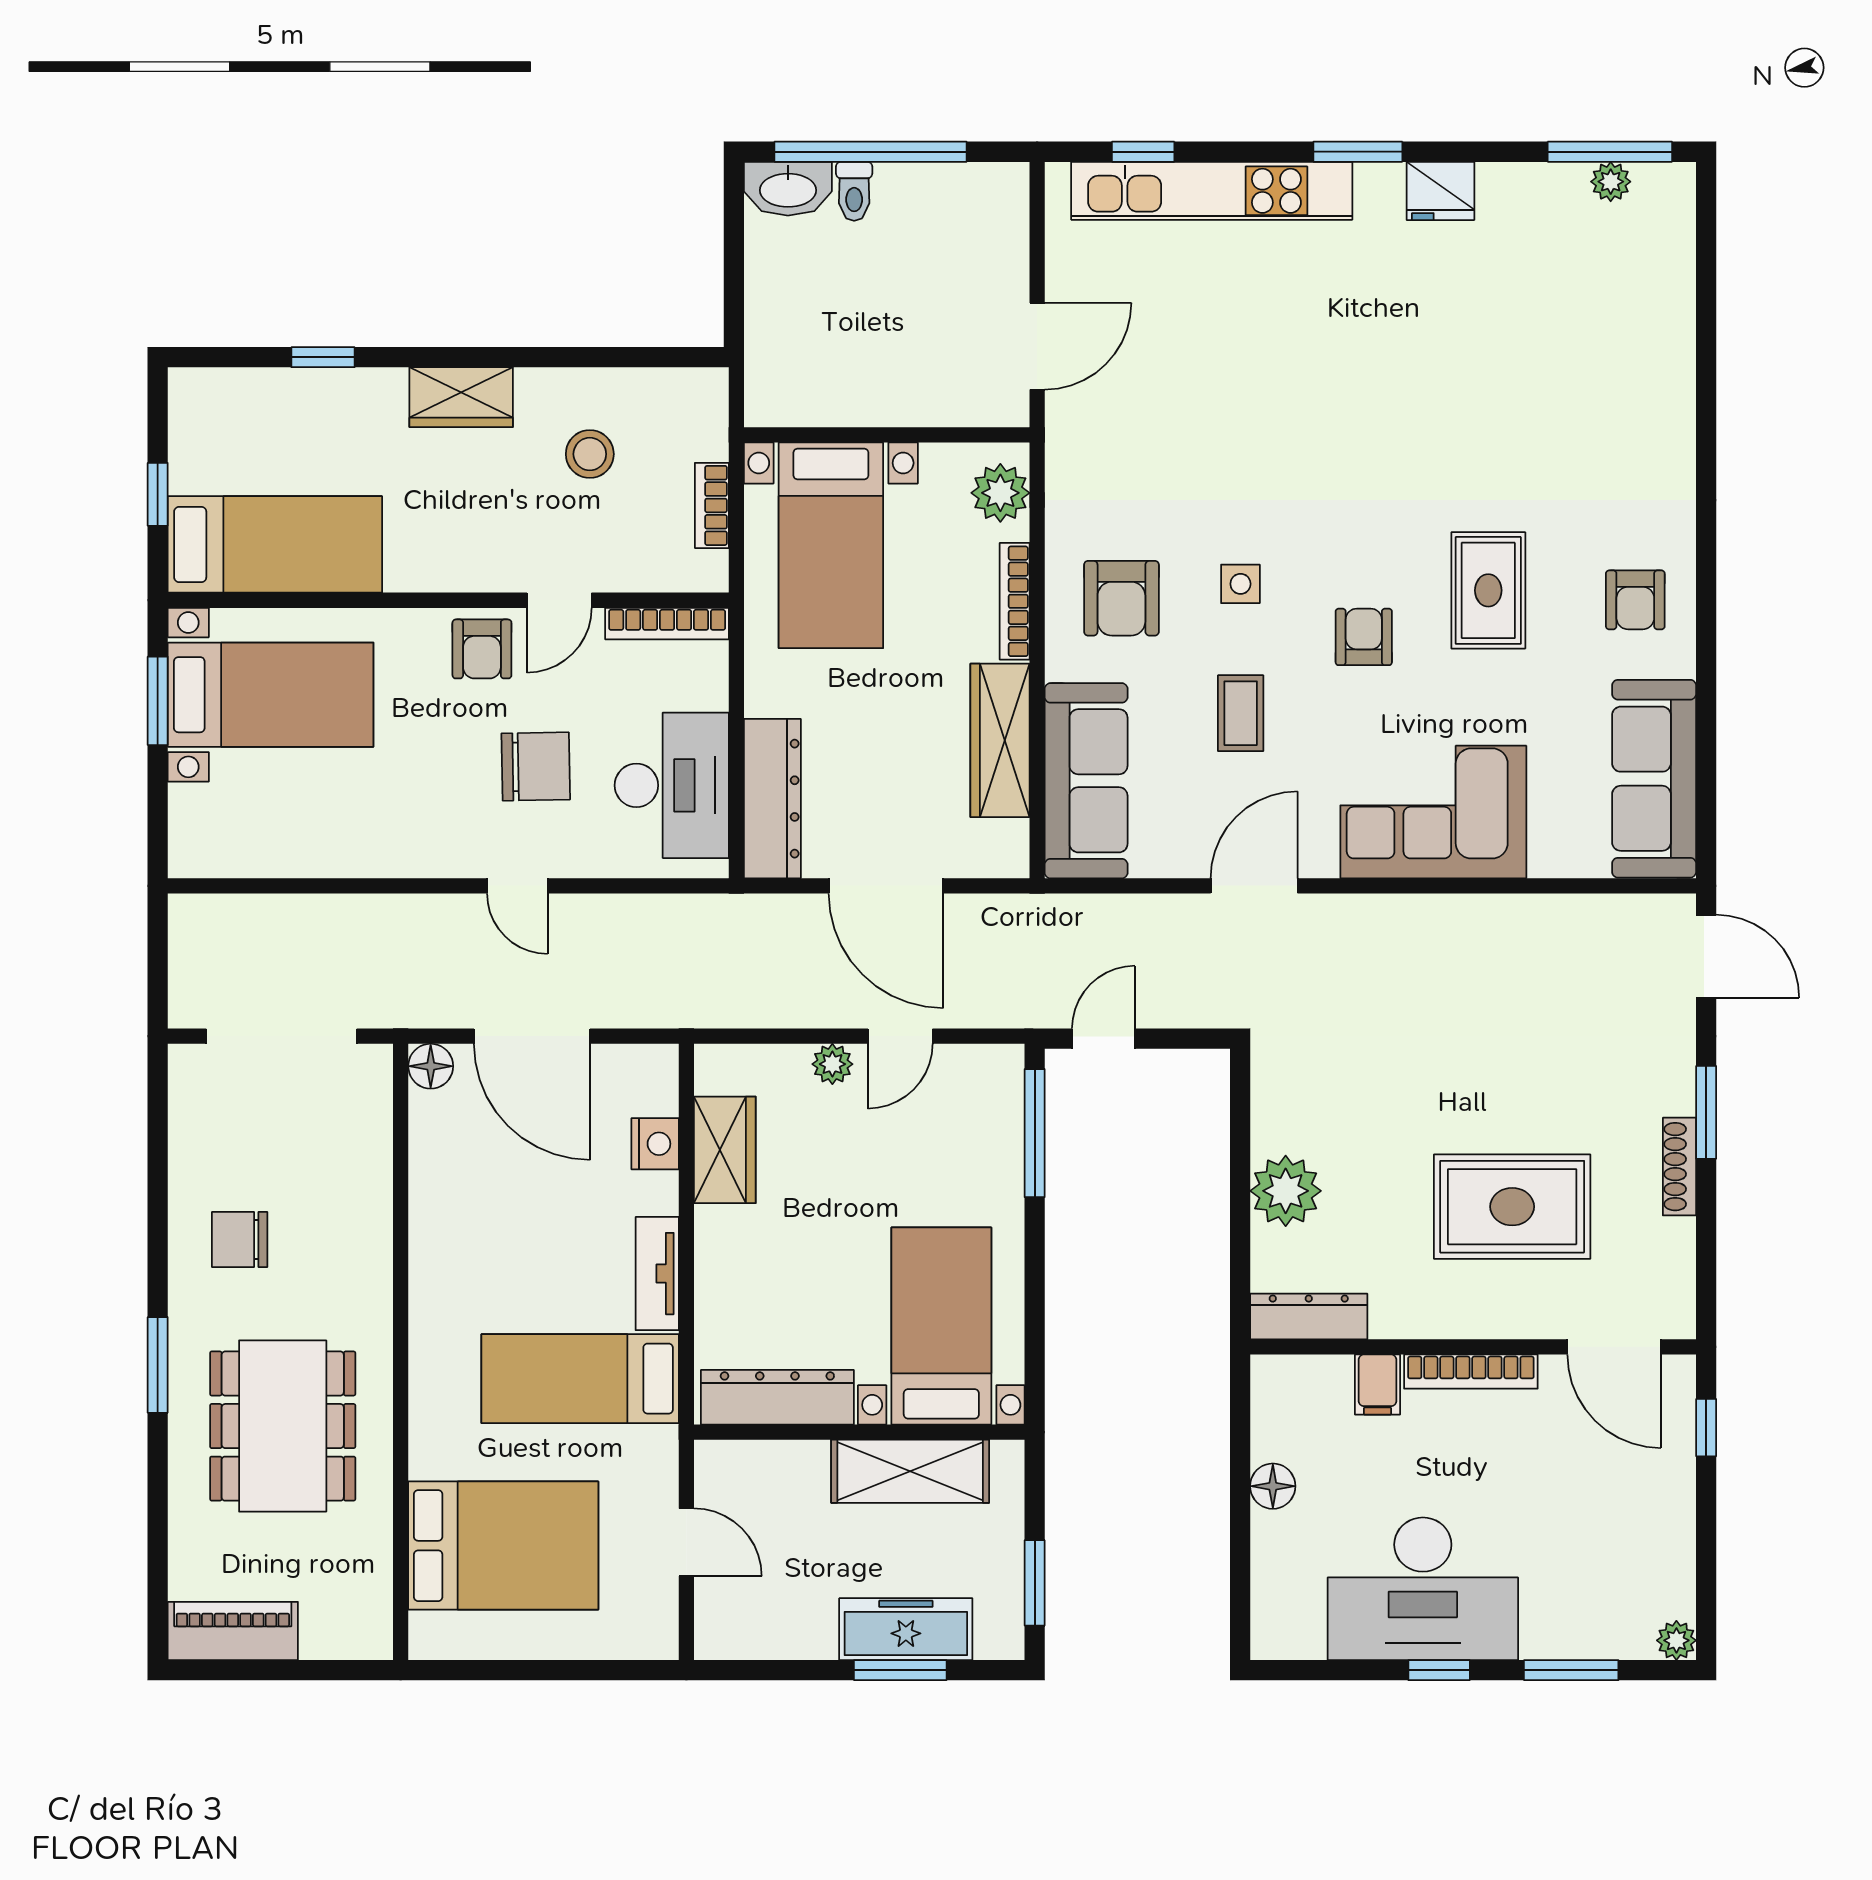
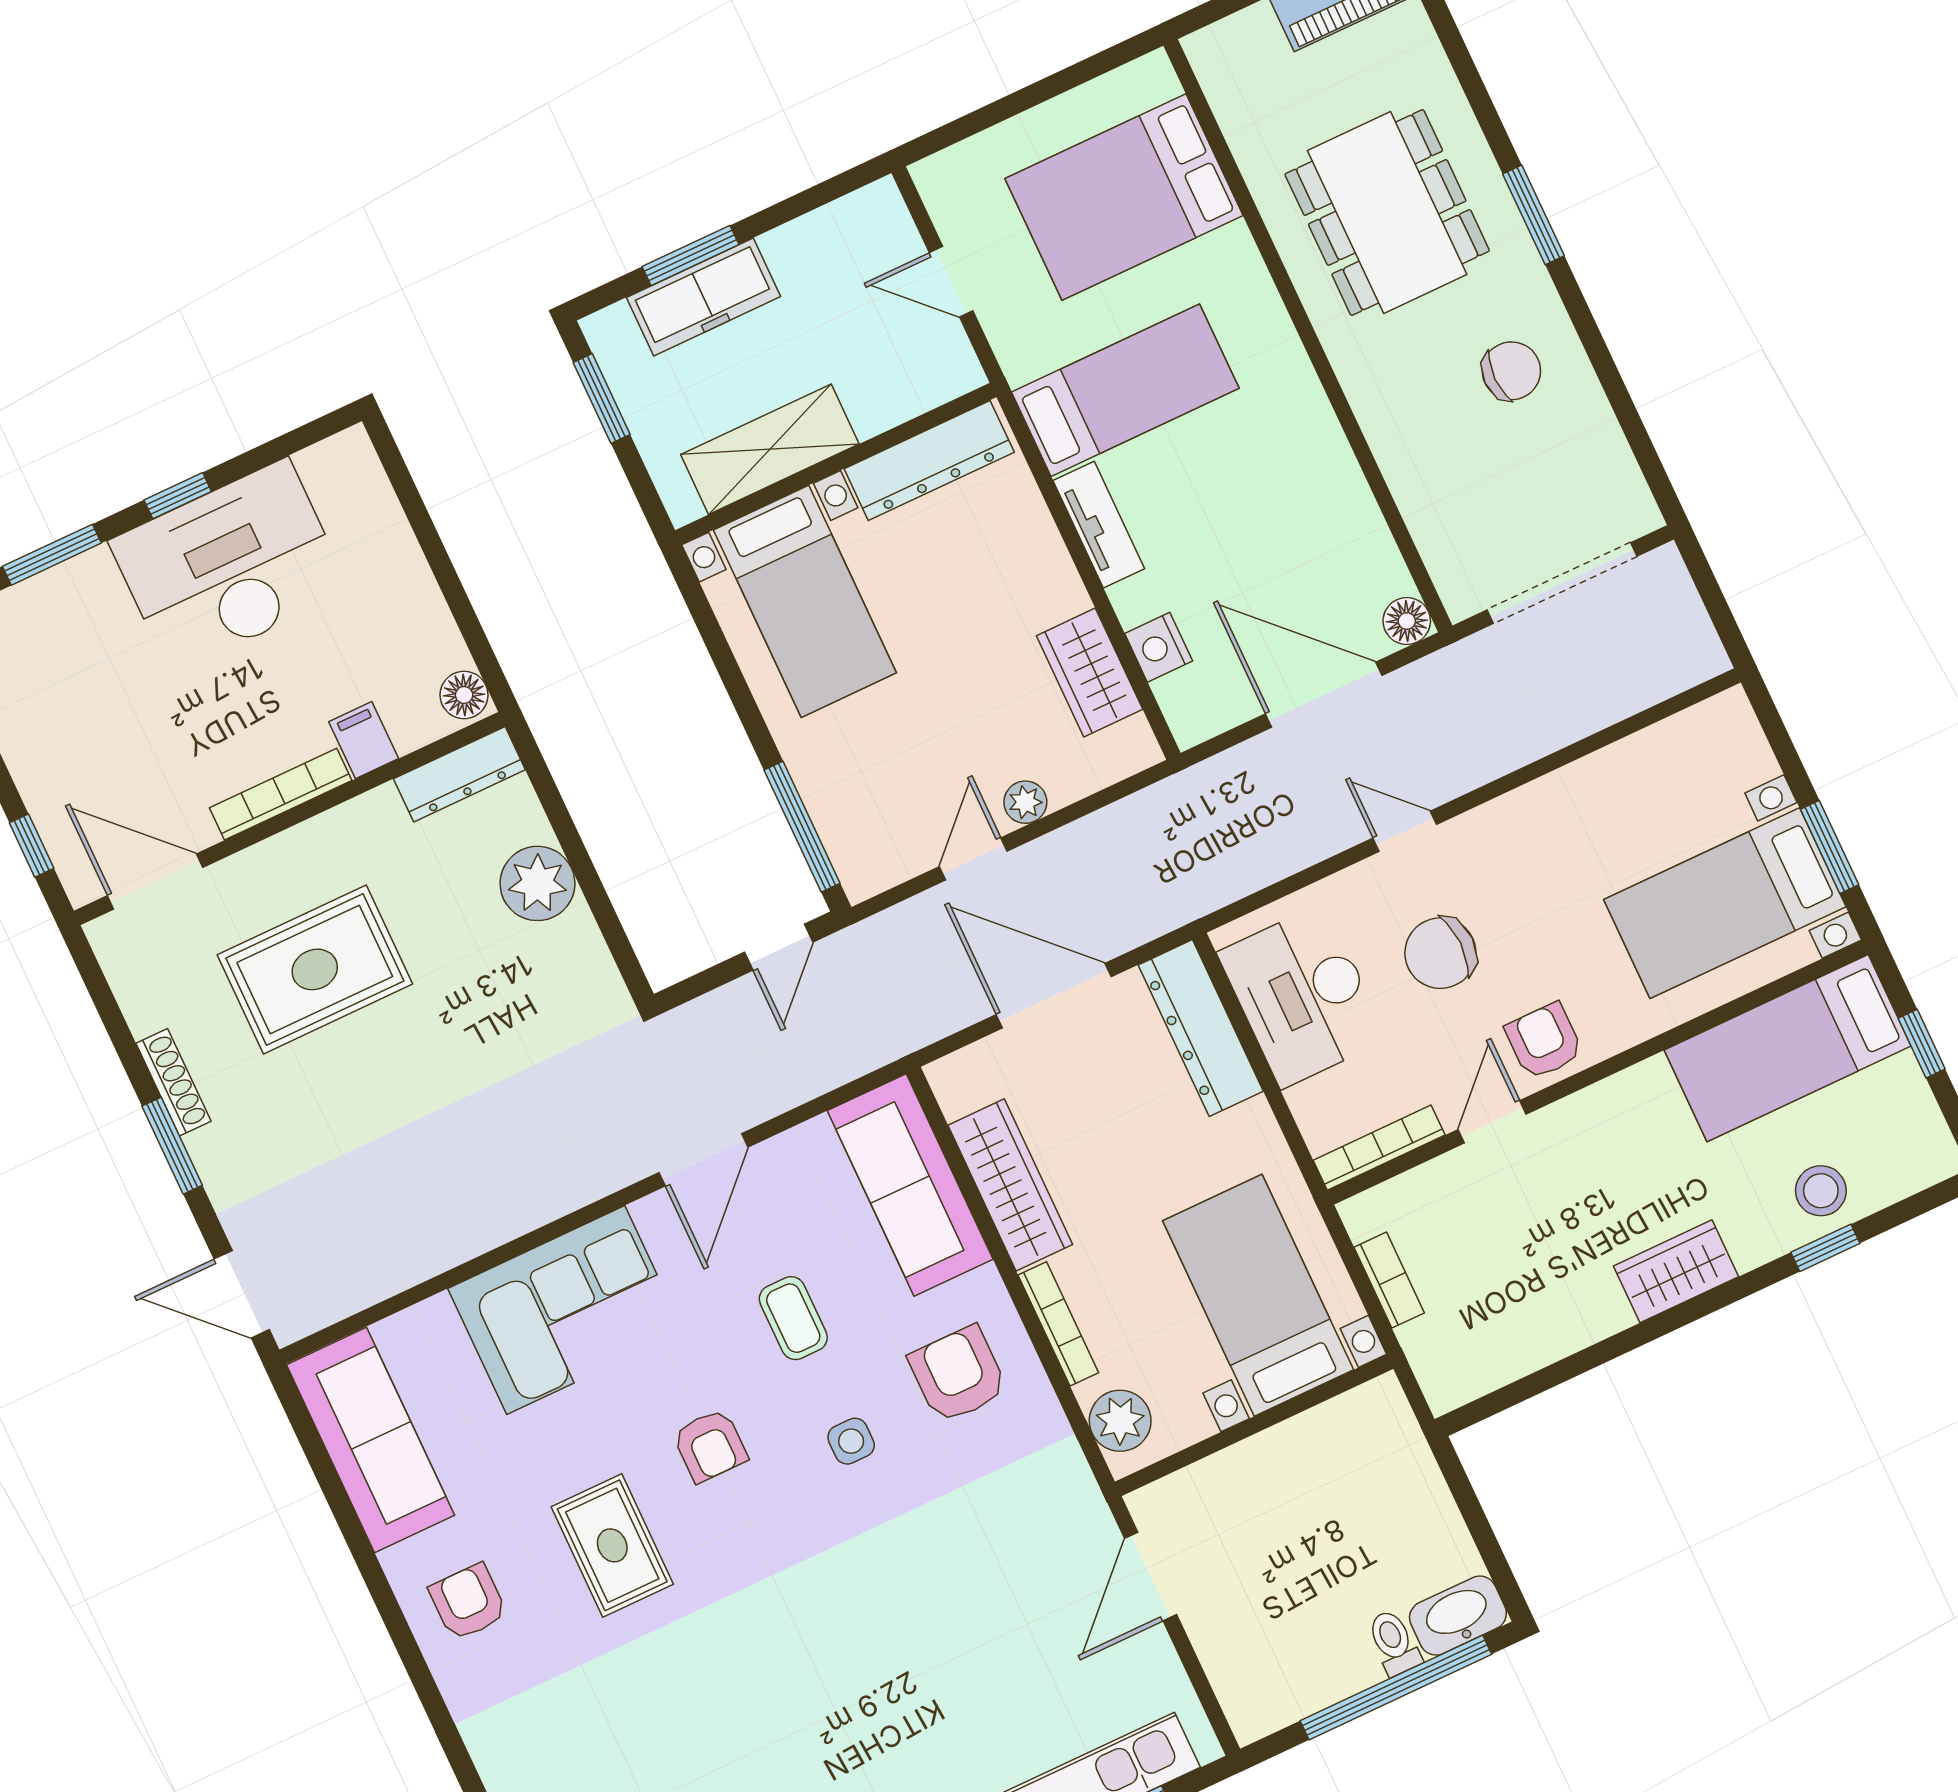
stool: (590, 454) -> (1821, 1191), moved
floor lamp: (1273, 1486) -> (464, 695), moved

